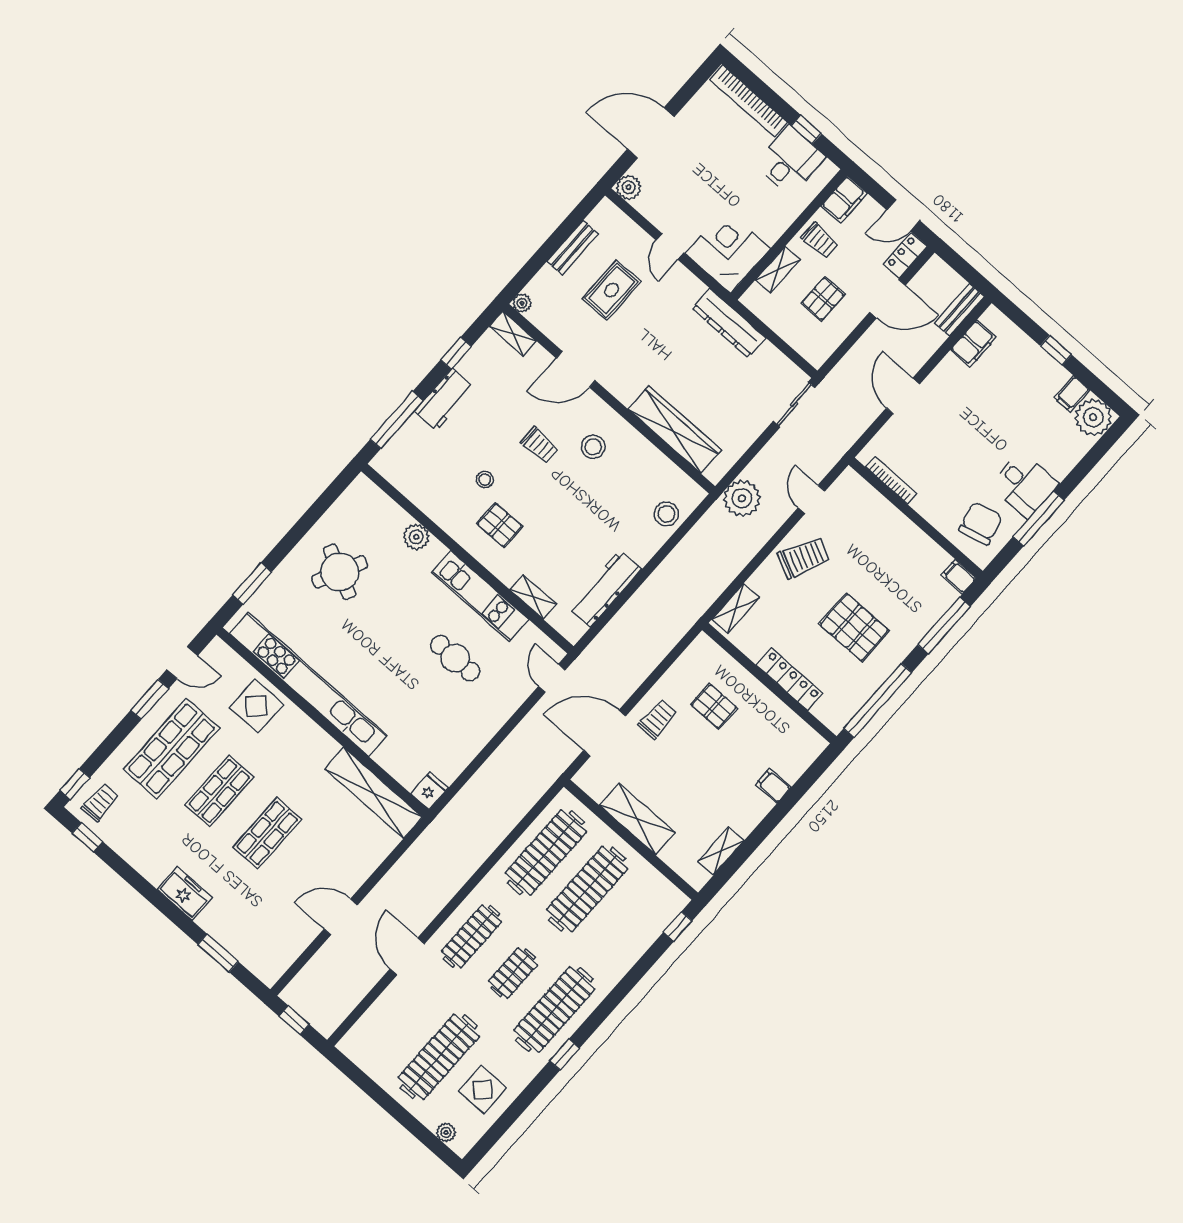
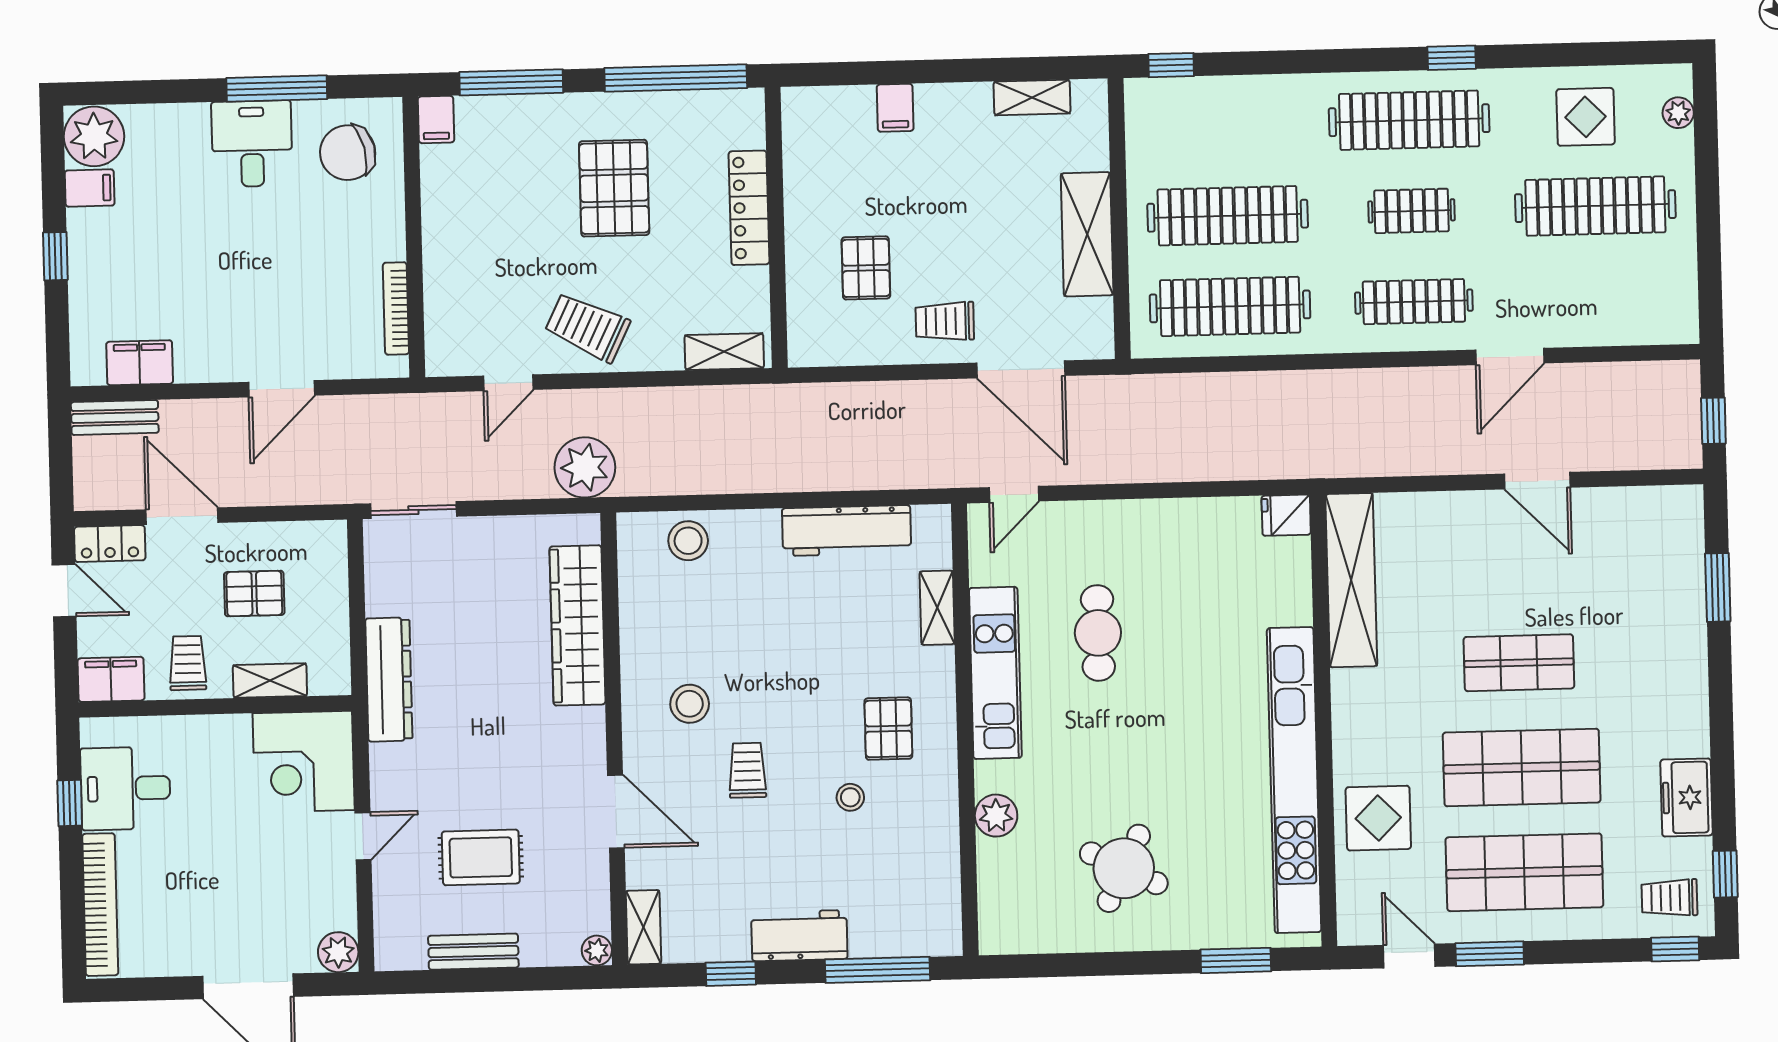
shop shelf: (219, 791) -> (1522, 767), width x1.43, depth x1.36
freezer: (185, 894) -> (1686, 797), moved

